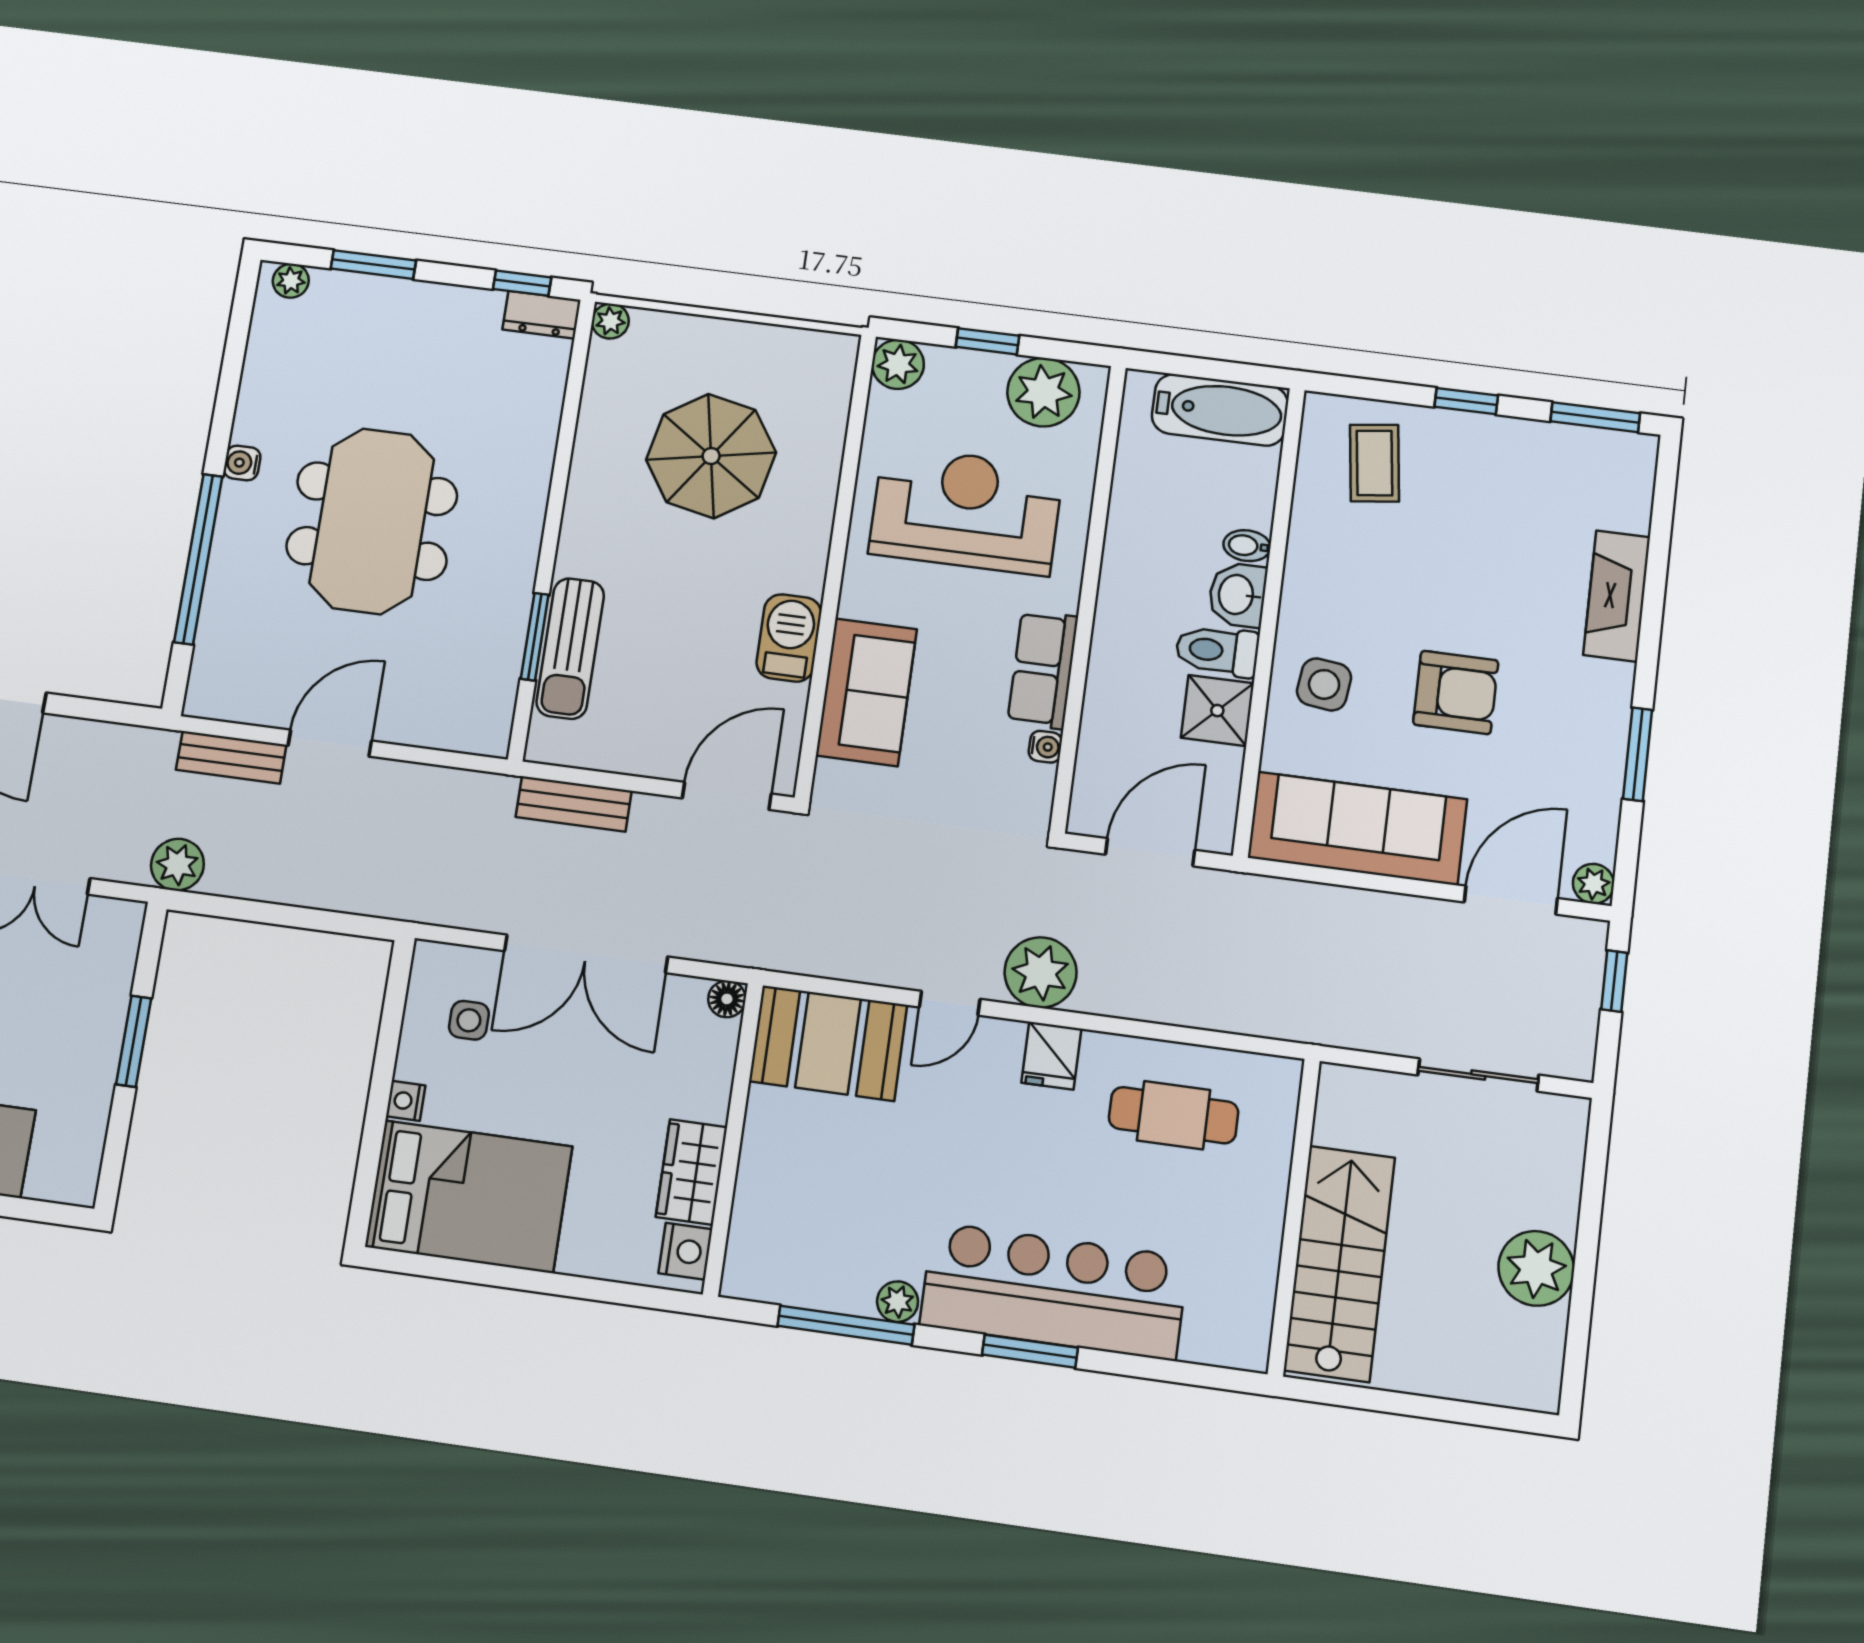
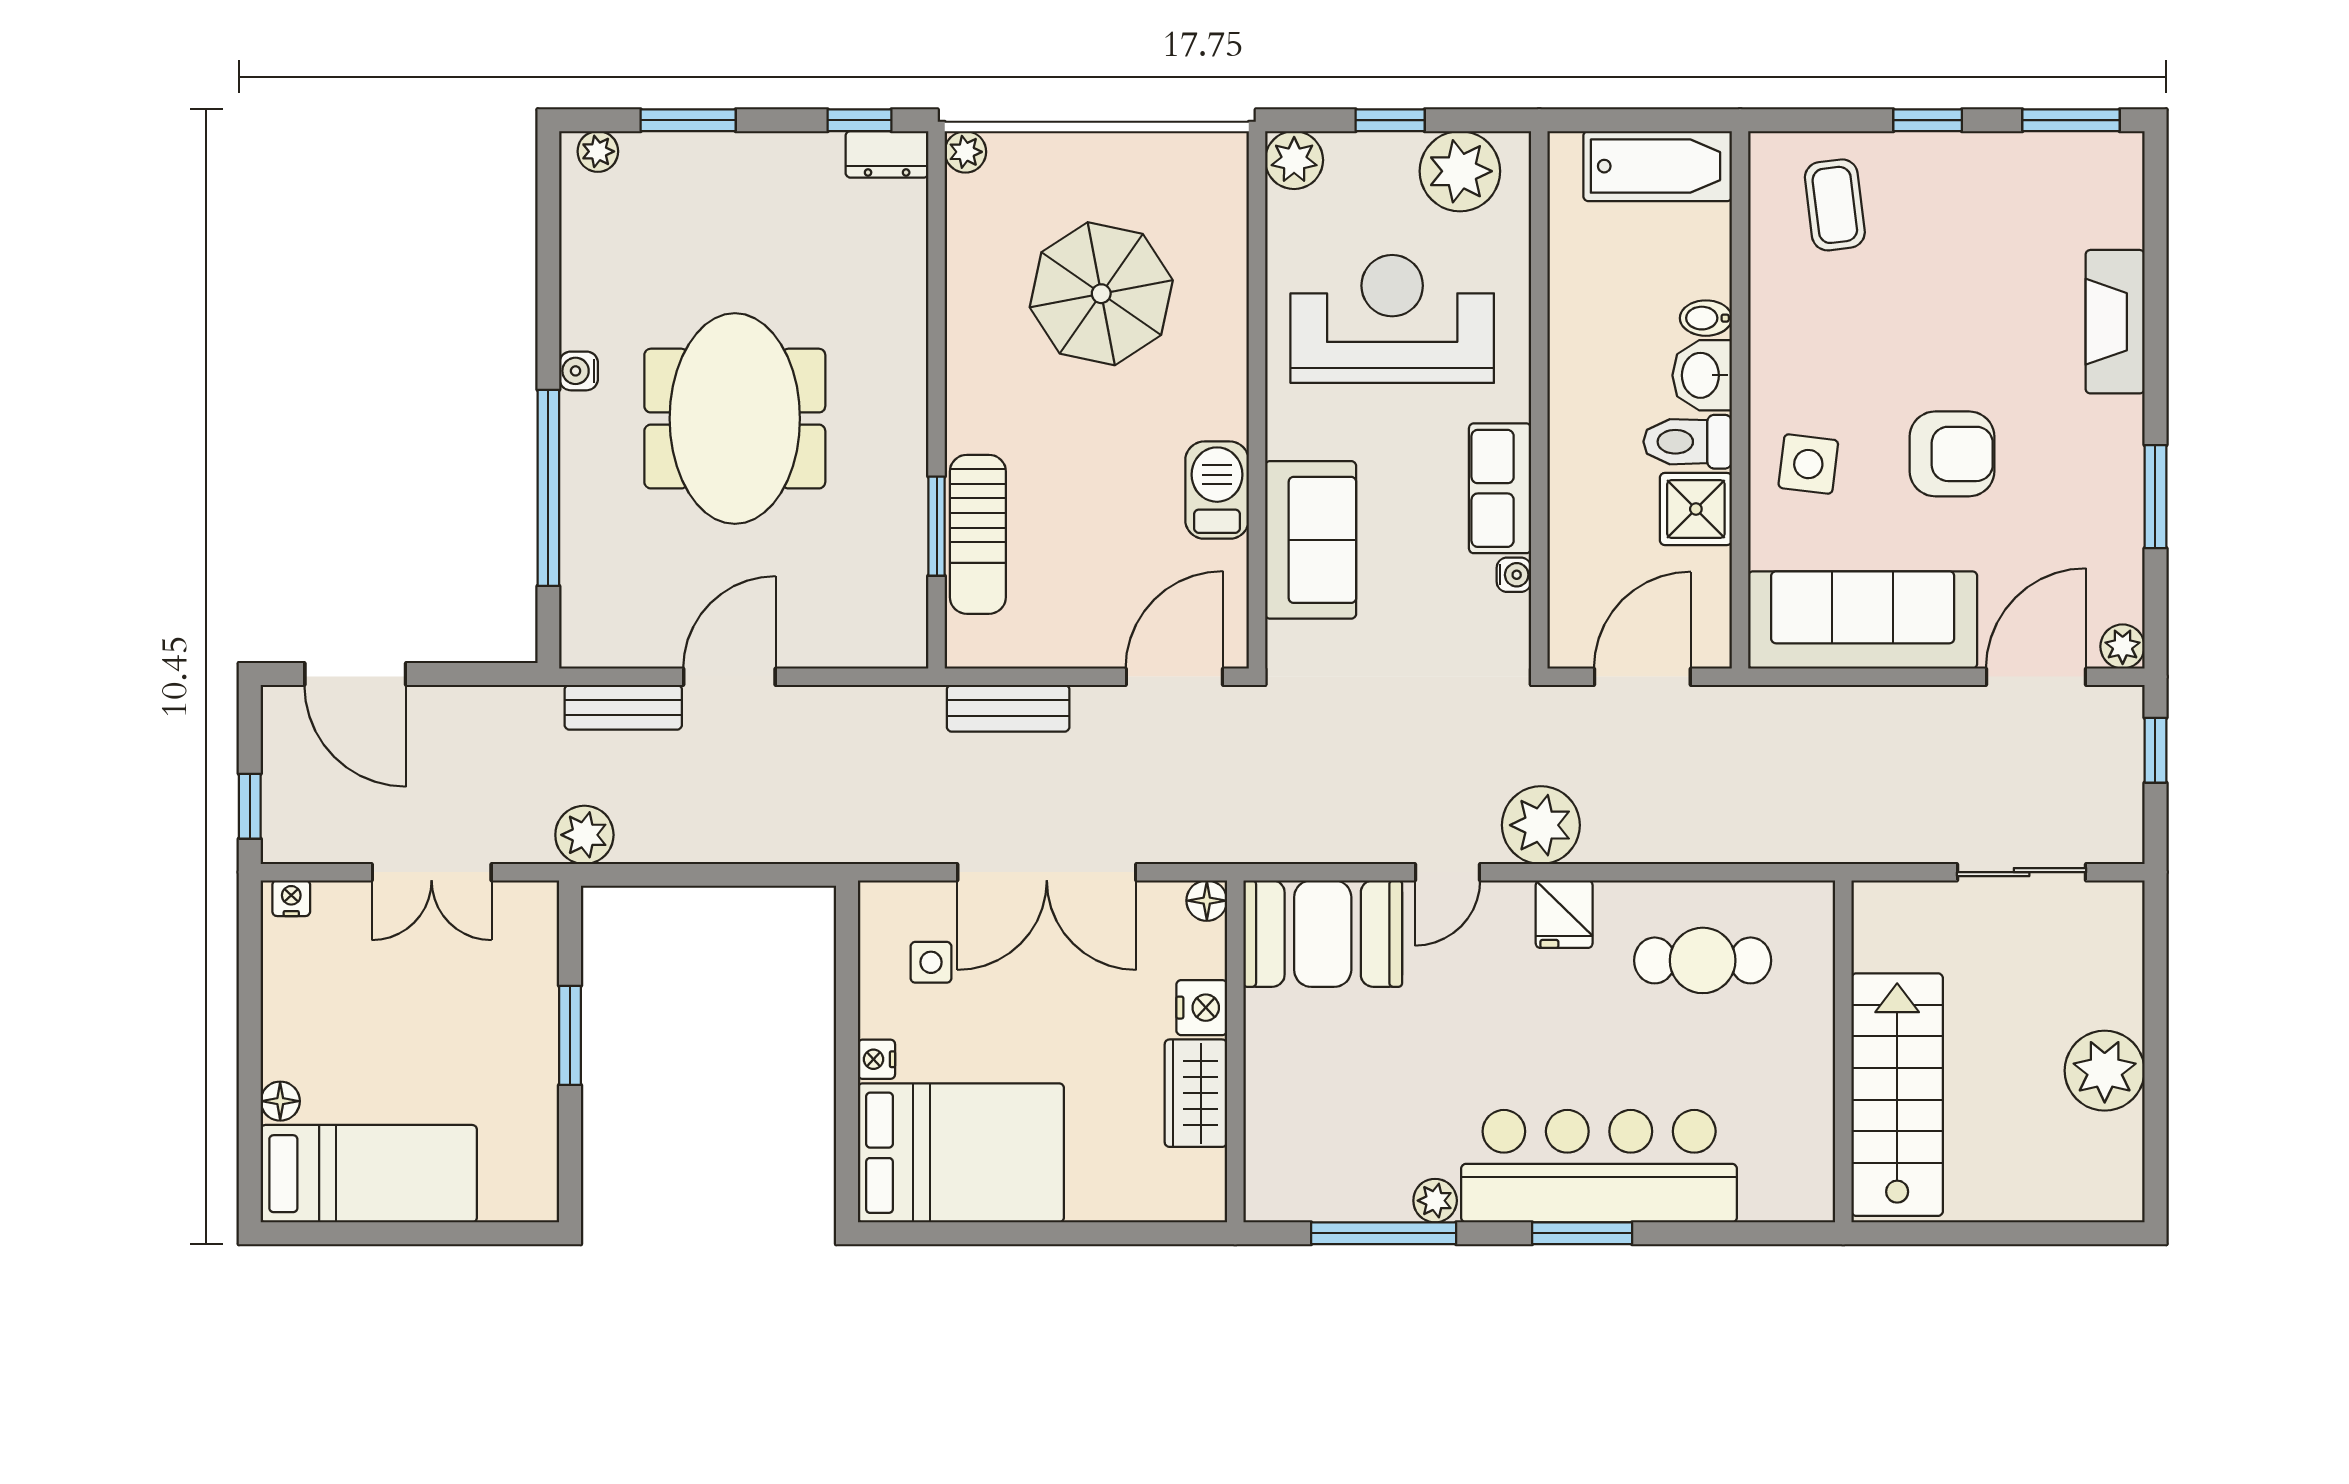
nightstand: (685, 1251) -> (1202, 1008), moved

